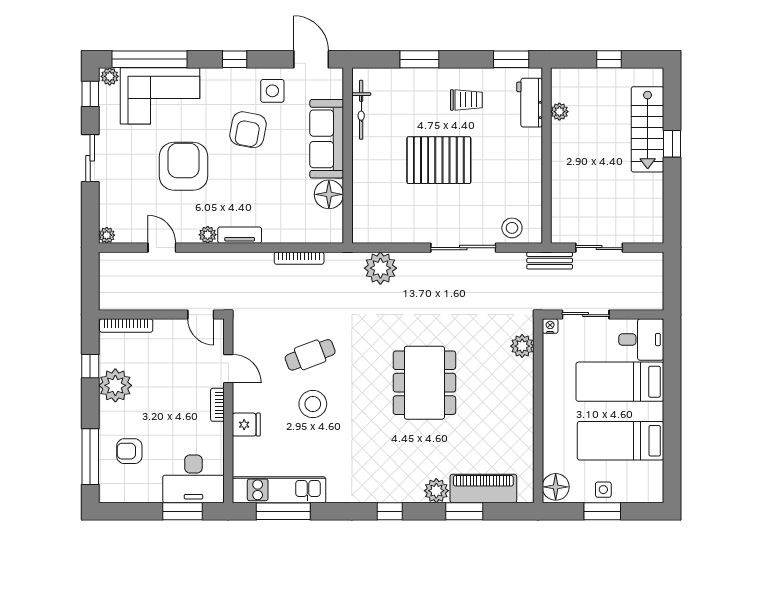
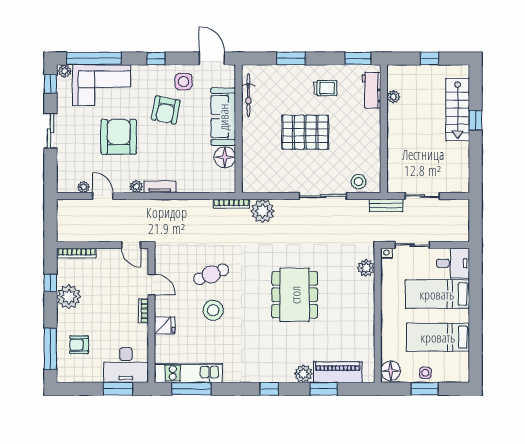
plant: (107, 235) -> (84, 187), moved
bookcase: (299, 258) -> (231, 204), moved

